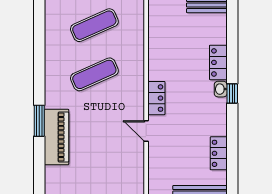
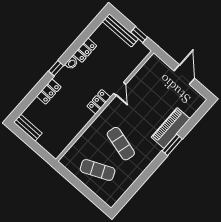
exercise mat: (94, 74) -> (121, 144), turned 39
washbasin: (221, 89) -> (72, 63), moved
locker: (219, 153) -> (85, 50), moved

